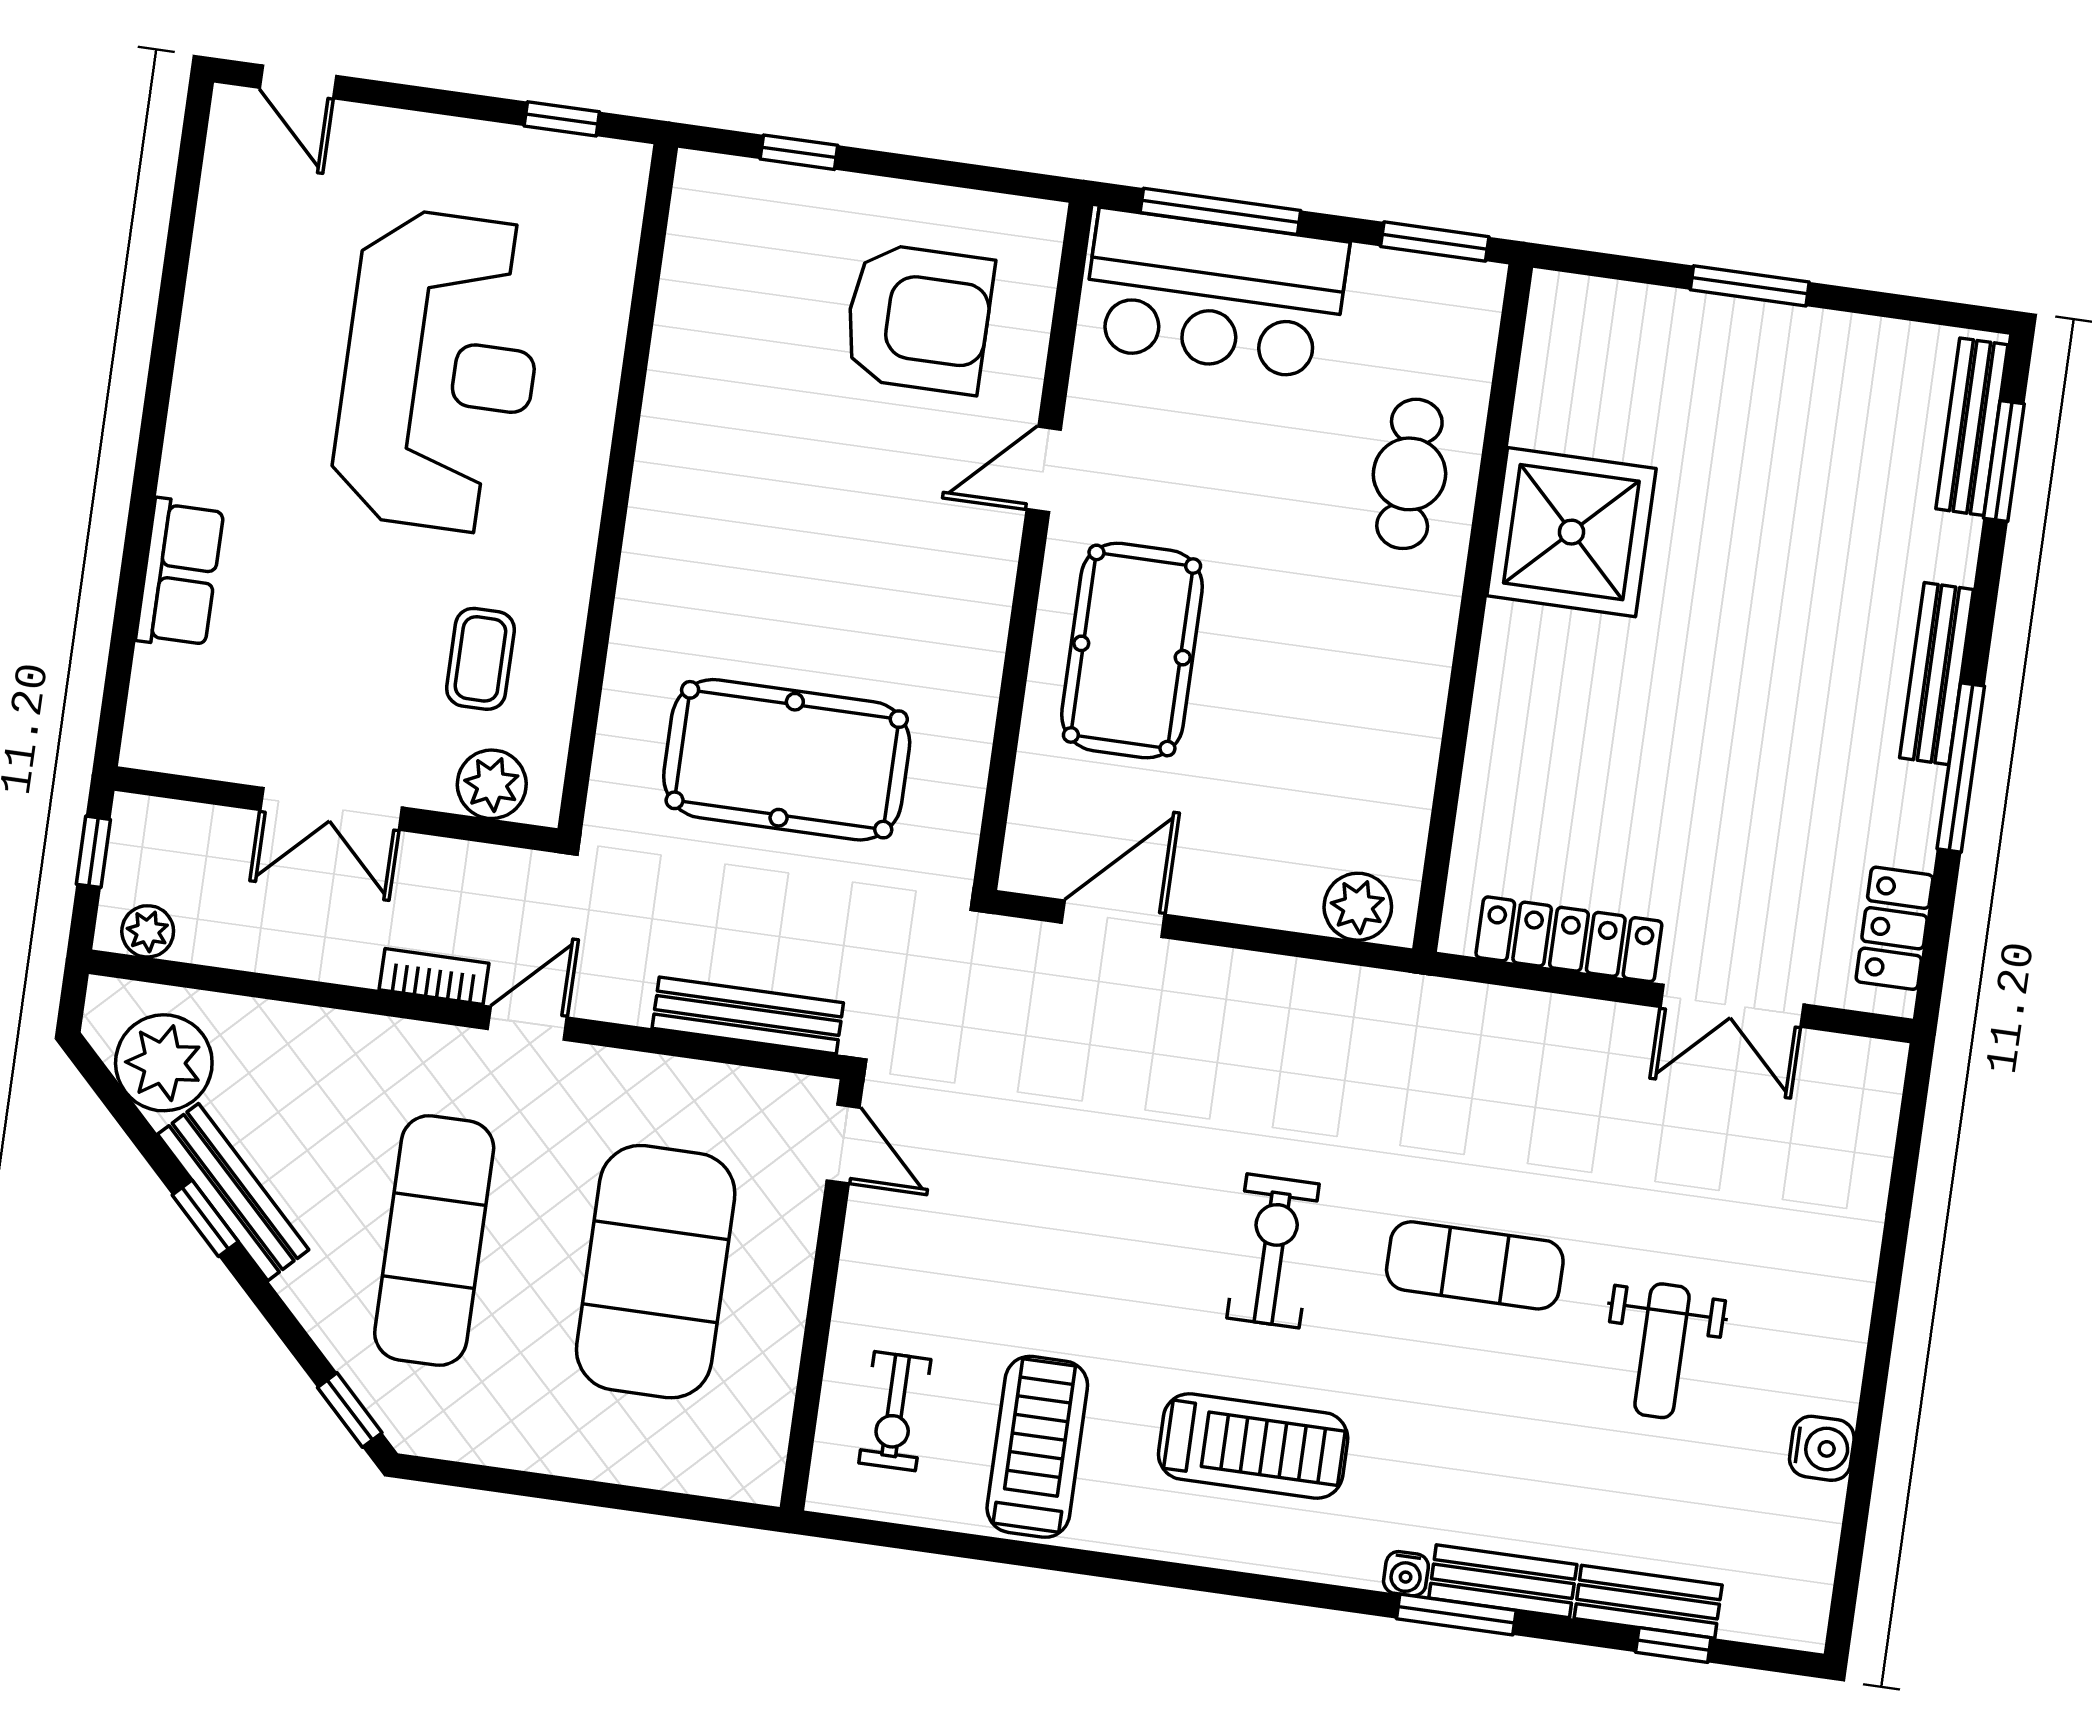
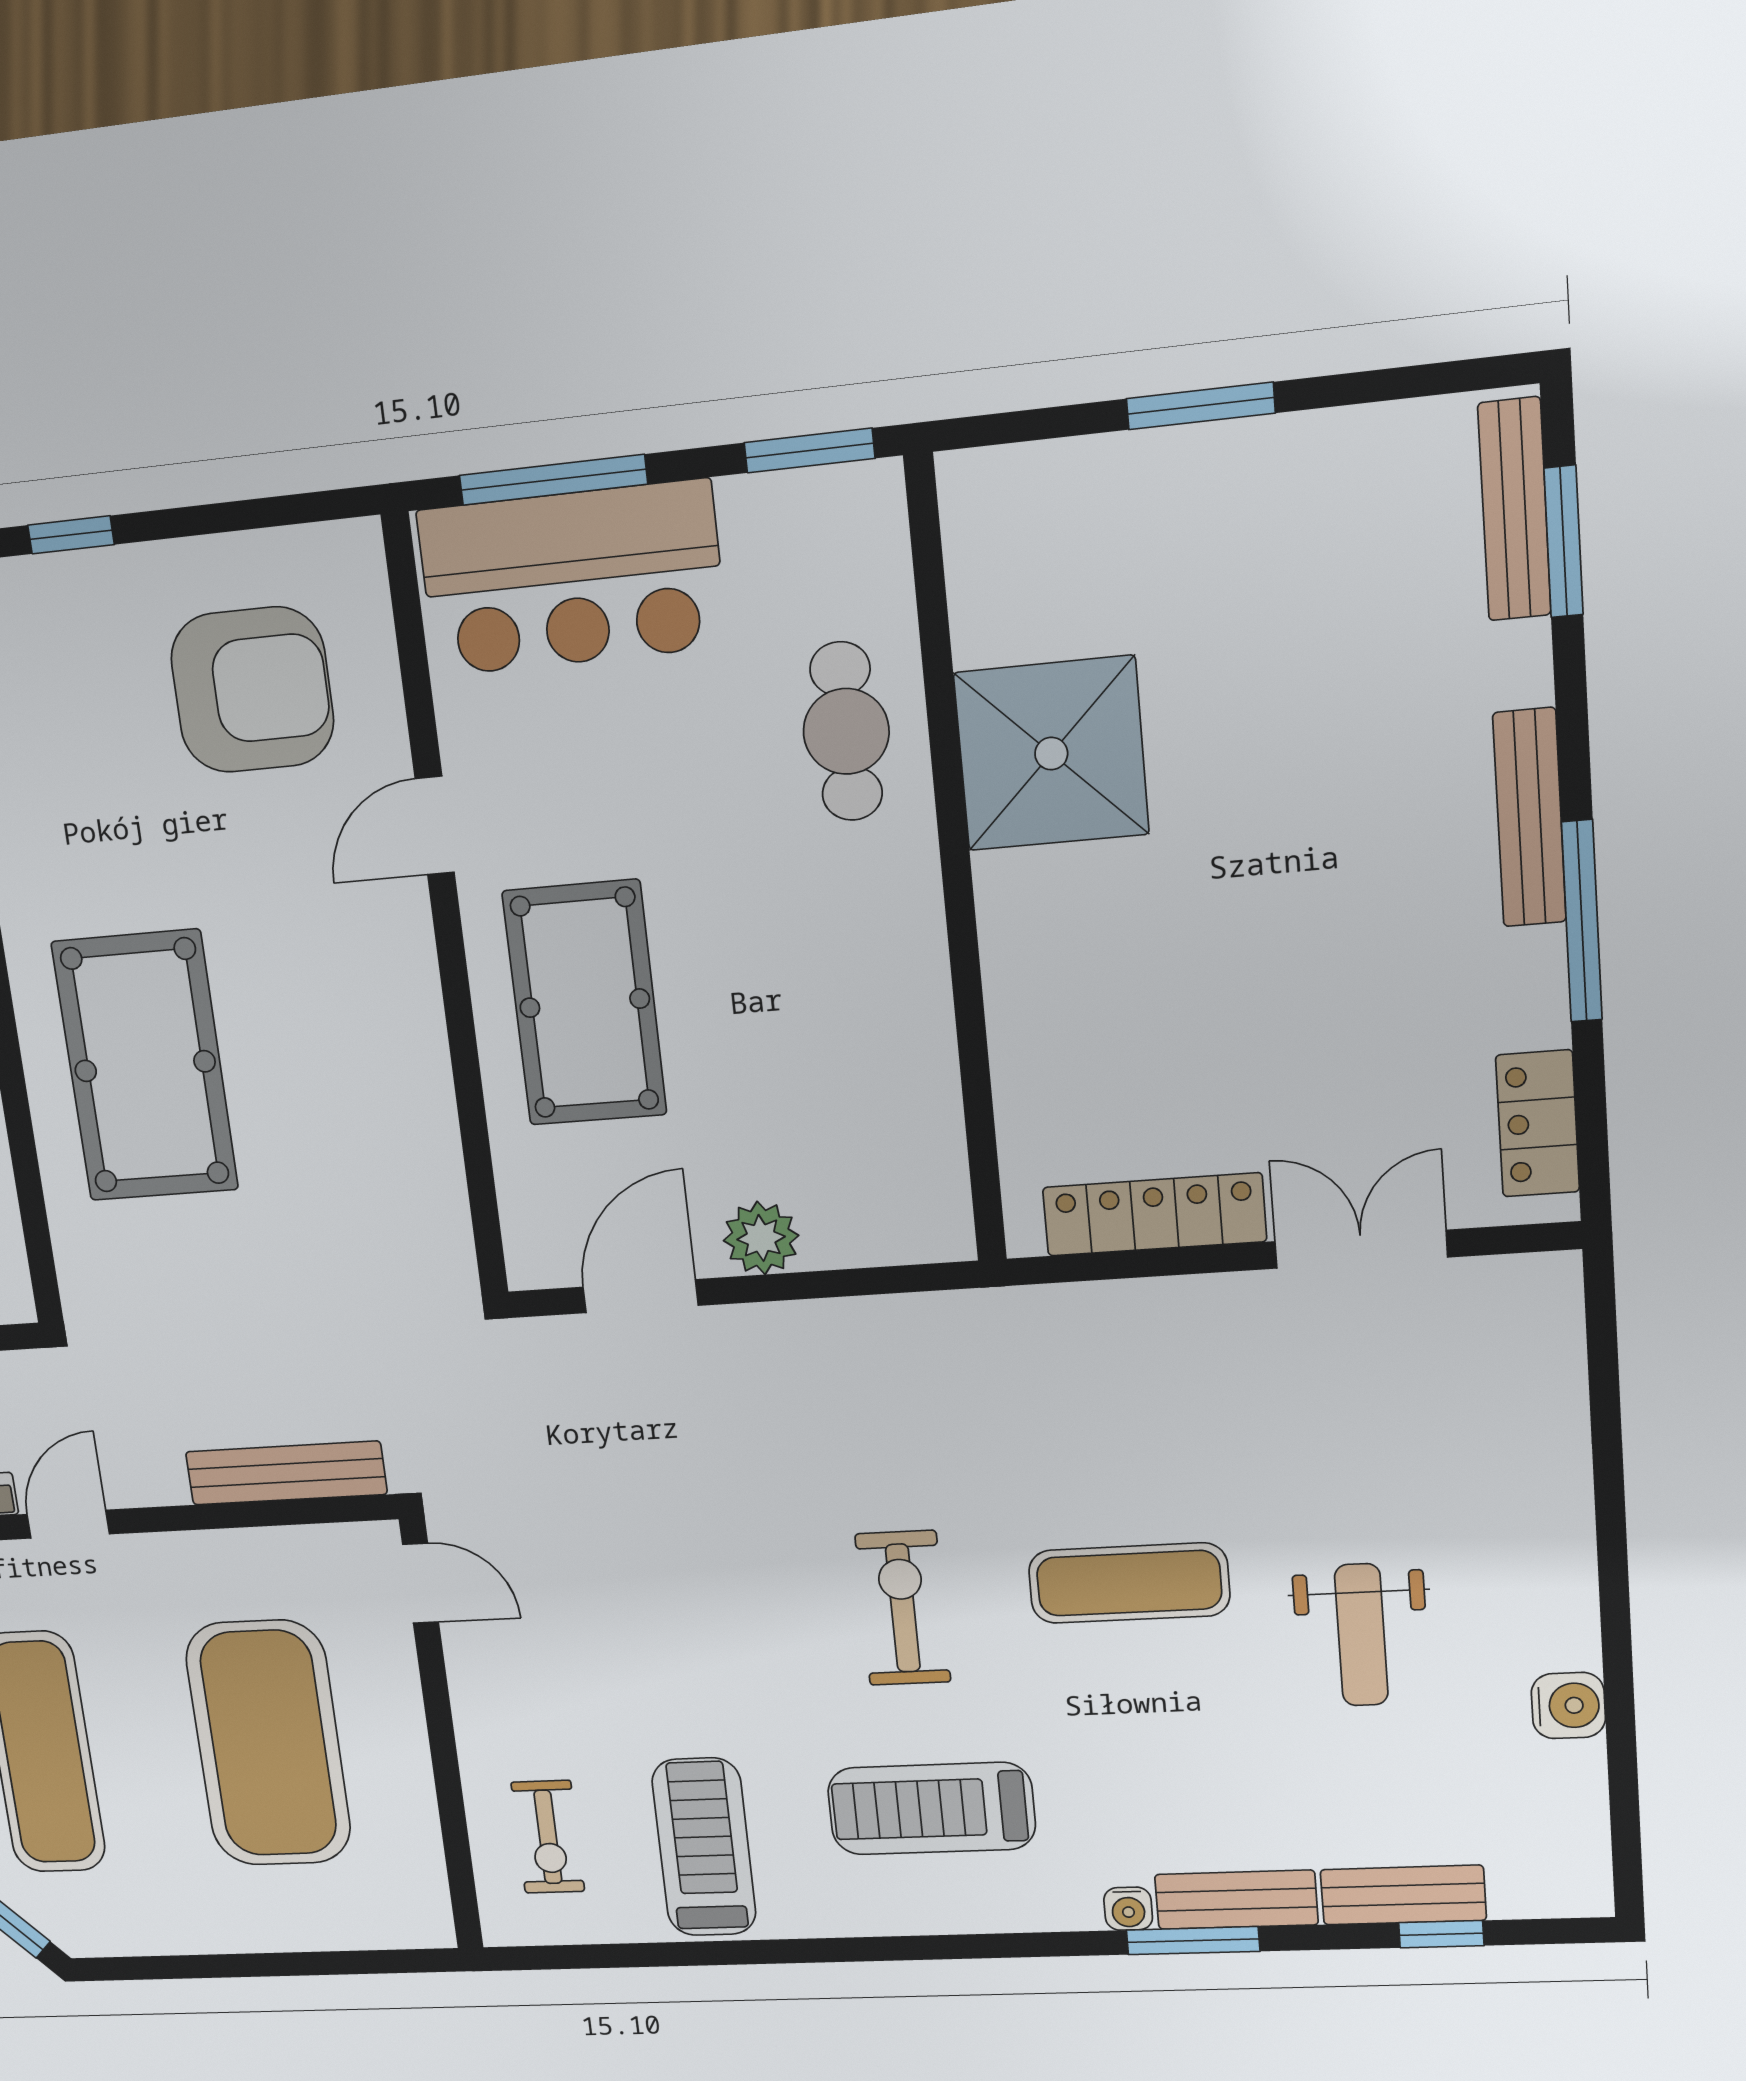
pool table: (787, 760) -> (145, 1066), moved, turned 90
plant: (1358, 907) -> (761, 1238), moved
double door: (1732, 1006) -> (1361, 1249), swing flipped
treadmill: (1253, 1446) -> (931, 1809), turned 180

